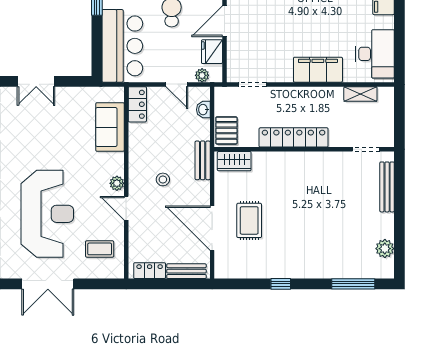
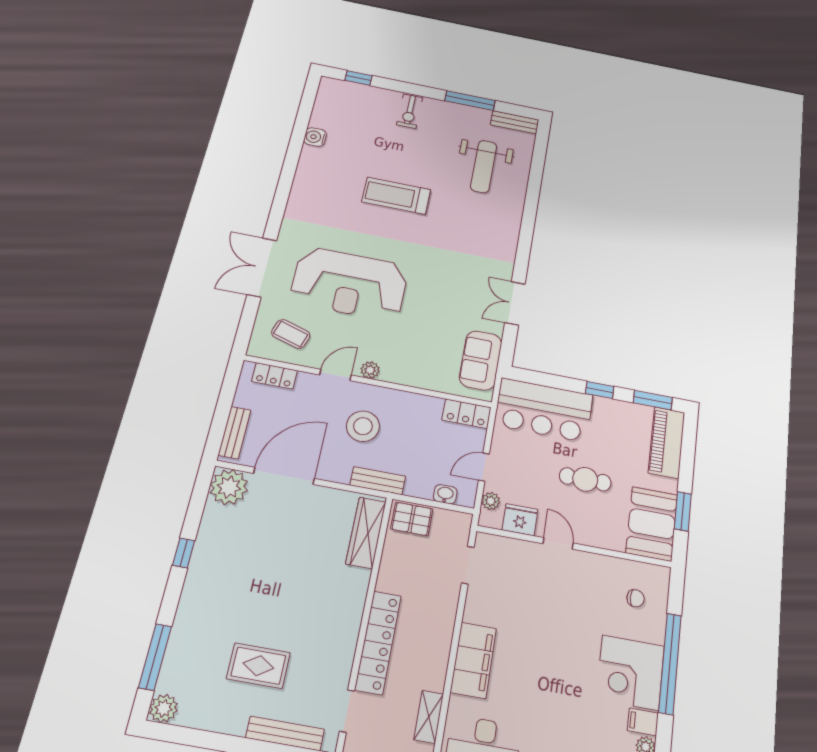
door: (224, 21) -> (558, 543), width x0.73
sofa: (110, 127) -> (481, 360), moved, turned -90
locker: (294, 137) -> (378, 642), moved
wardrobe: (234, 161) -> (366, 533), width x1.50
stool: (163, 179) -> (363, 426), width x1.89, depth x1.89
rug: (249, 220) -> (258, 666), moved
coffee table: (100, 249) -> (291, 334), turned -73
plant: (385, 249) -> (164, 708), moved
plant: (228, 265) -> (229, 487), added
locker: (150, 271) -> (274, 376), moved, turned 90

